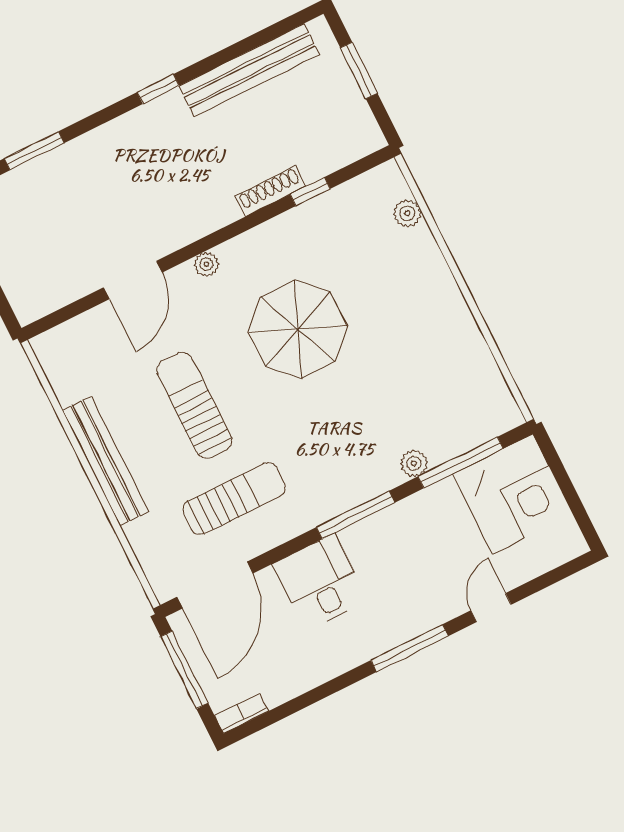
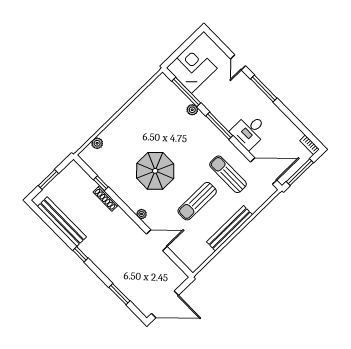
door: (491, 608) -> (238, 62), hinge flipped

